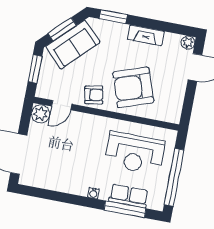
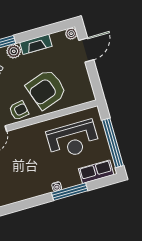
plant: (119, 31) -> (14, 51), added
row of seats: (129, 196) -> (96, 172), moved
window: (125, 209) -> (70, 192), moved

